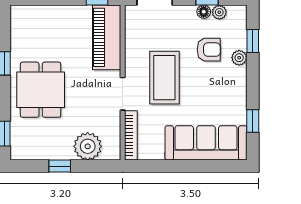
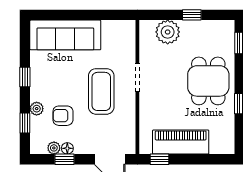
piano: (107, 37) -> (181, 142), moved, turned -90
window: (253, 121) -> (25, 77), moved
bookcase: (131, 135) -> (130, 41), removed

